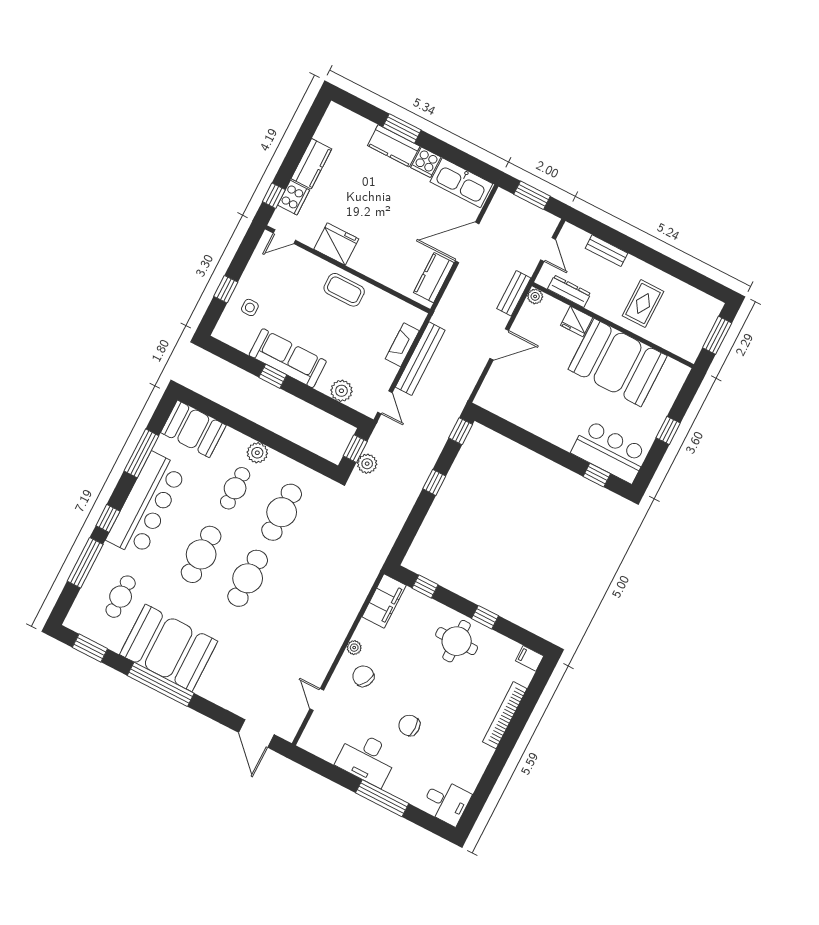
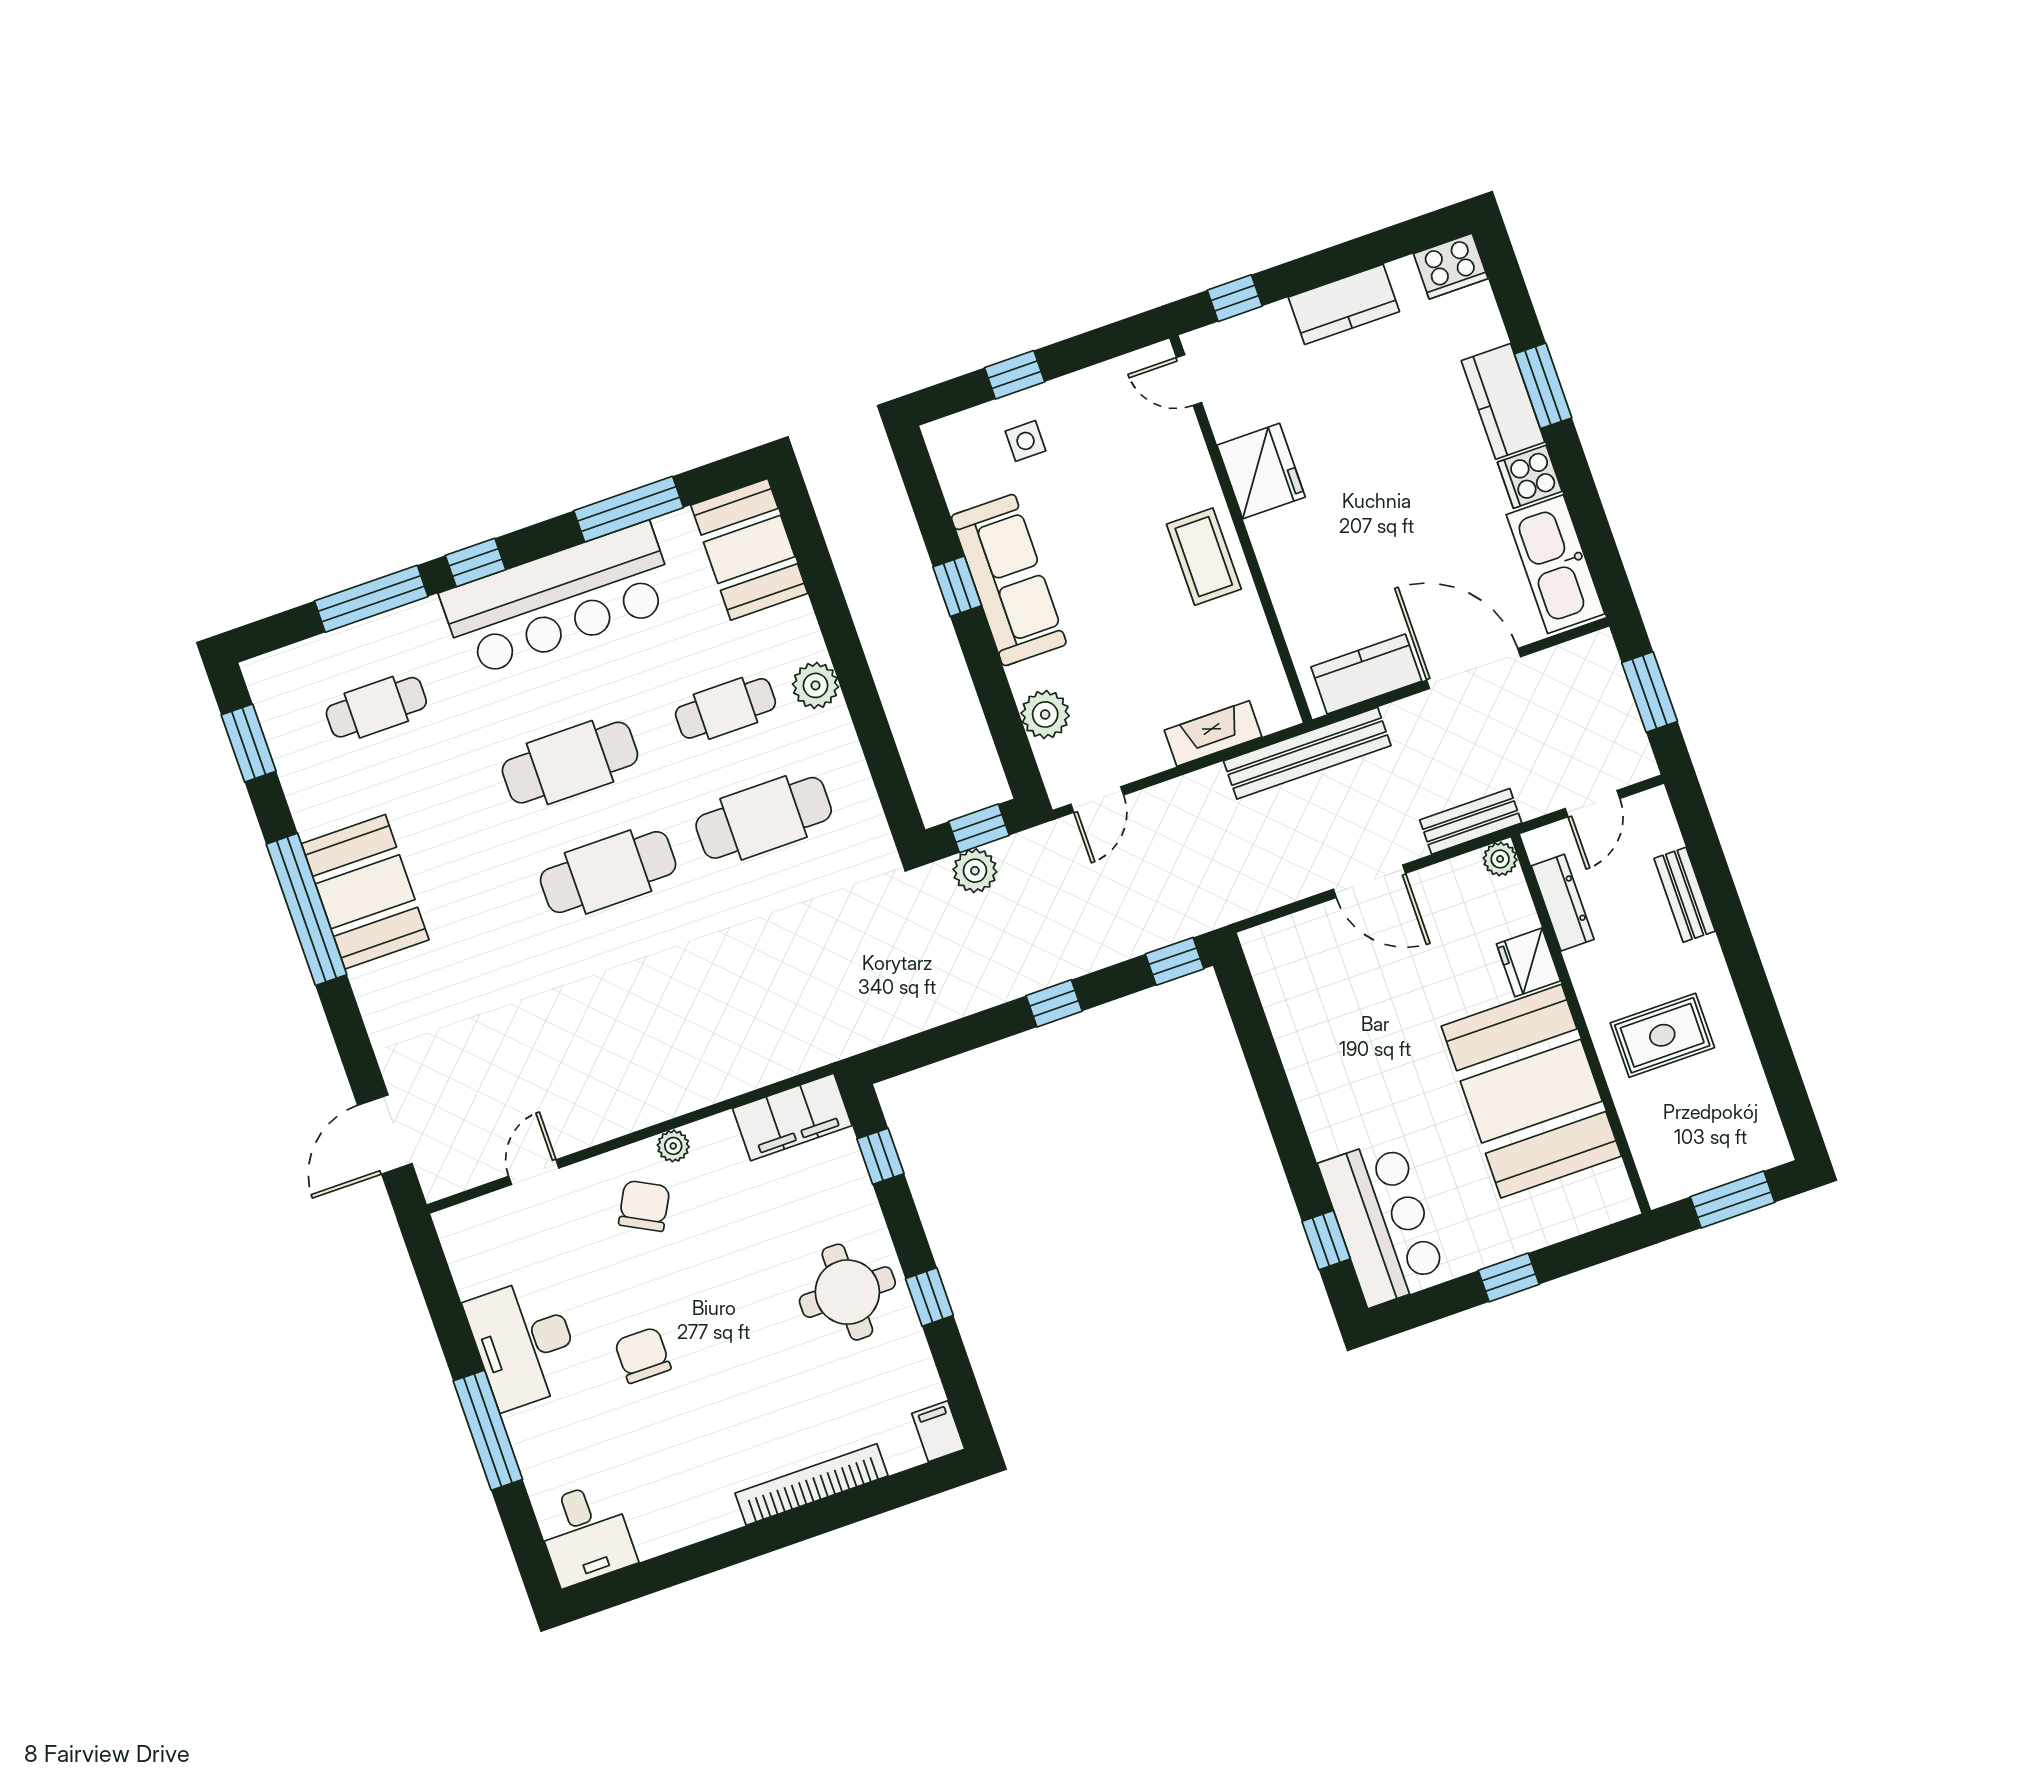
cooker: (294, 198) -> (1451, 266), moved
bench: (420, 359) -> (1307, 753), moved
booth: (169, 648) -> (365, 892), width x0.73, depth x0.70

